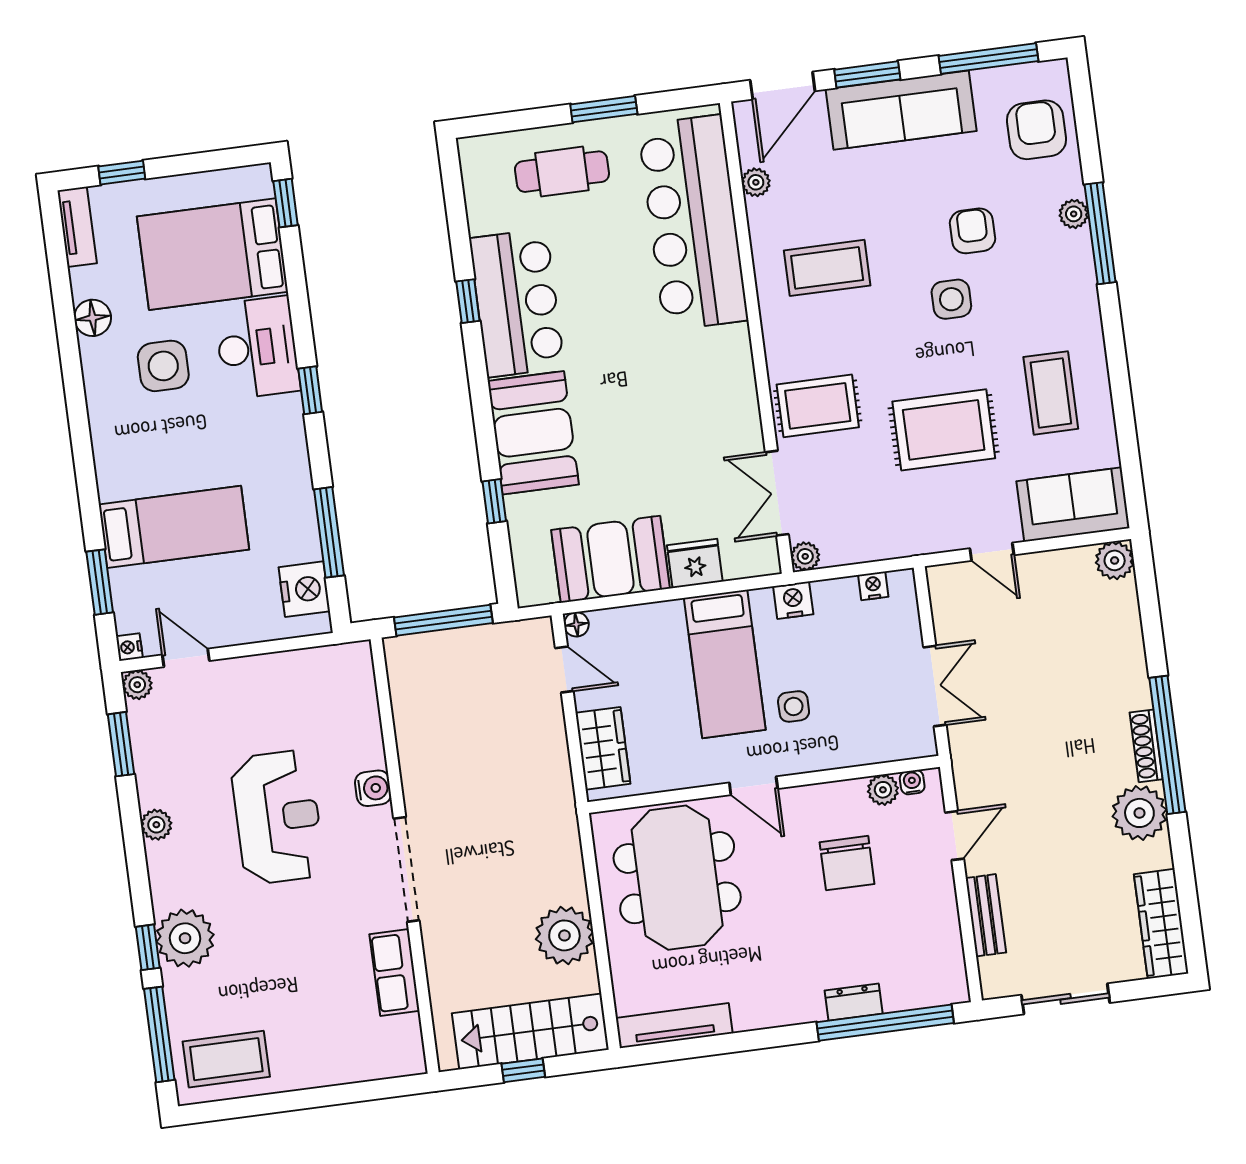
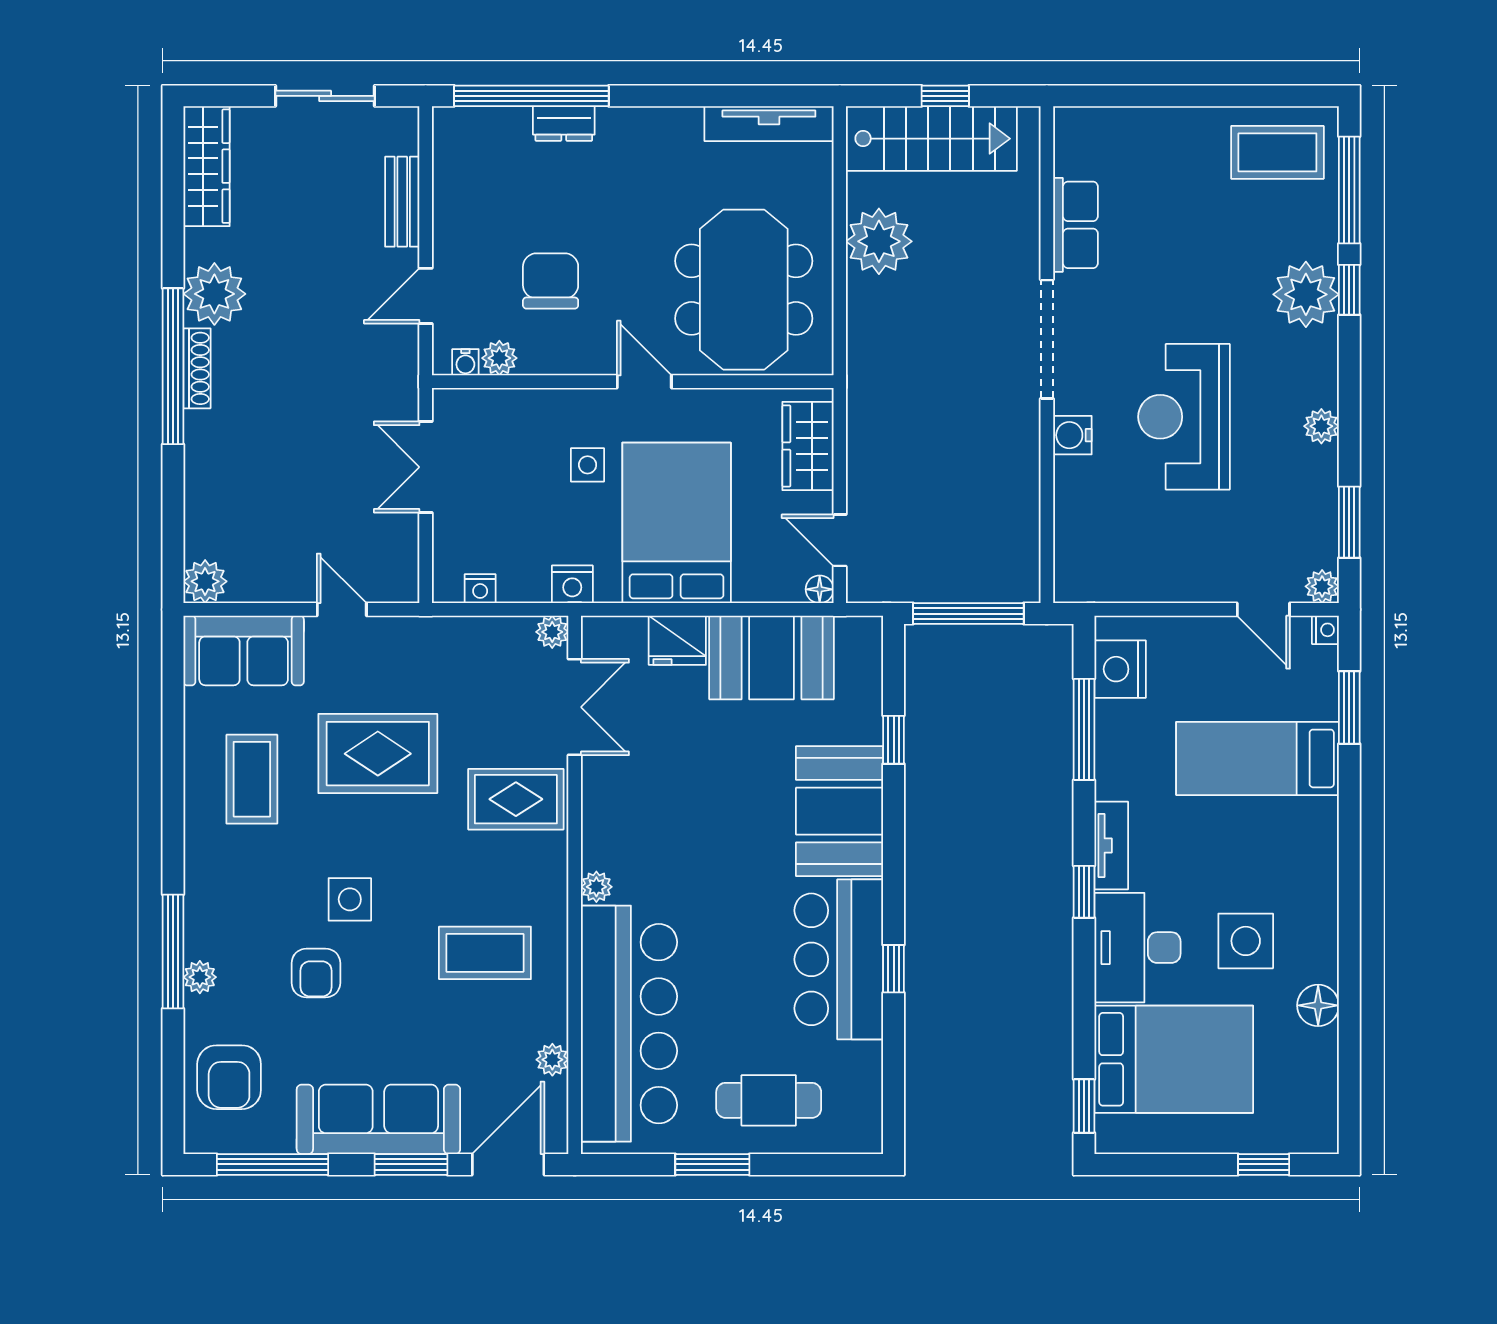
tv unit: (77, 227) -> (1111, 845), moved, turned 180
plant: (737, 339) -> (596, 887), added
bed: (725, 664) -> (677, 523), width x1.50

